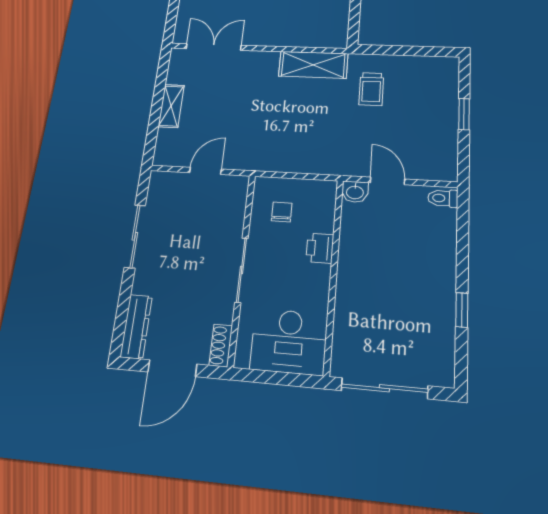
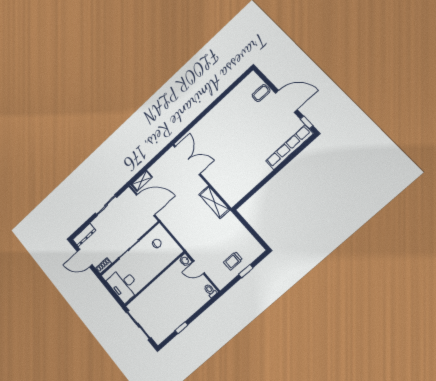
double door: (213, 47) -> (187, 160), width x1.37
trolley: (371, 89) -> (233, 261), moved
shelving: (171, 106) -> (142, 181), moved
door: (205, 171) -> (146, 205), width x1.88
door: (387, 181) -> (199, 267), swing flipped
printer: (320, 248) -> (158, 267), removed

